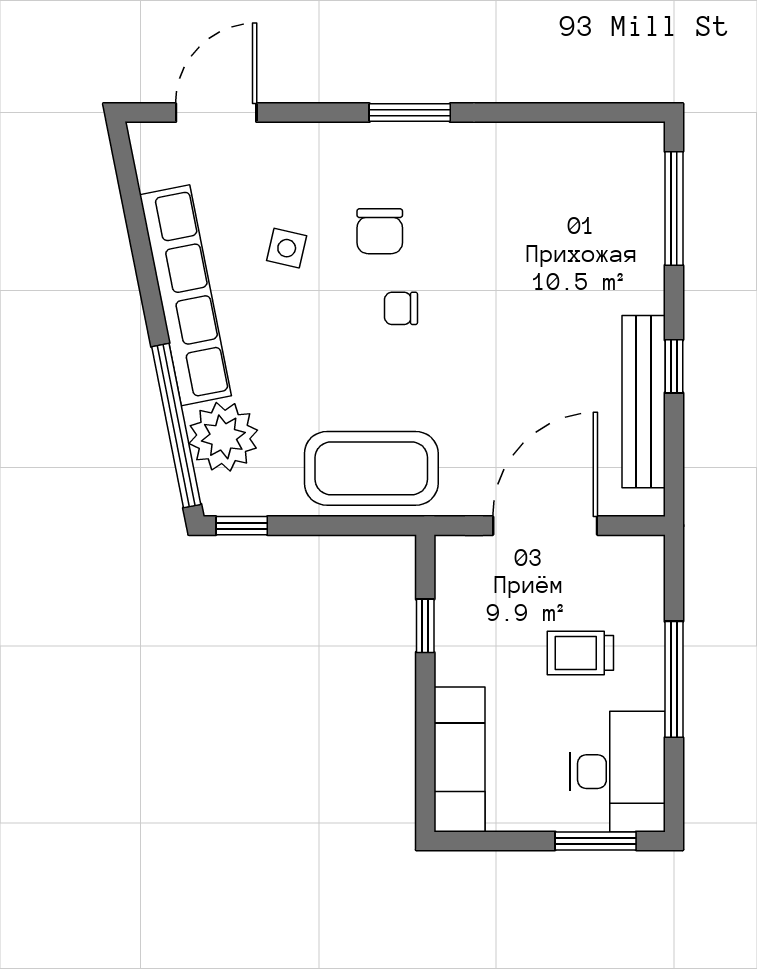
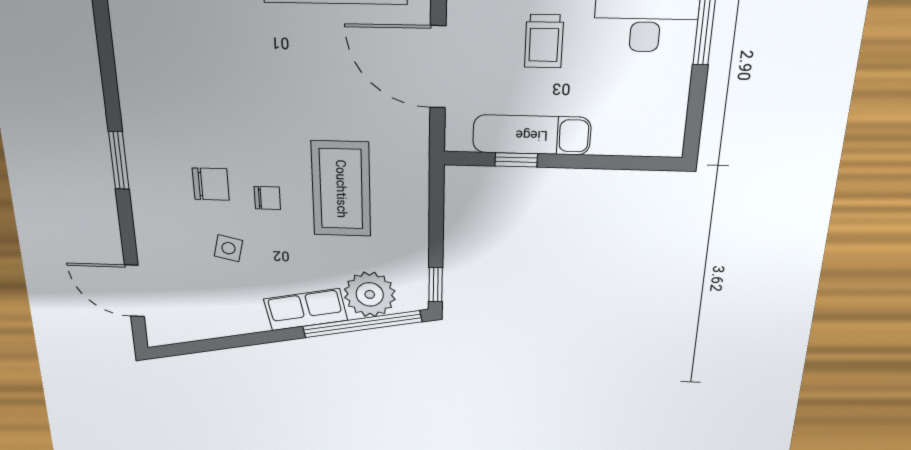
row of seats: (186, 295) -> (306, 310), width x0.50
chair: (401, 308) -> (267, 198), moved, turned -90
coffee table: (371, 468) -> (341, 189), moved
exam couch: (459, 759) -> (532, 135), moved

